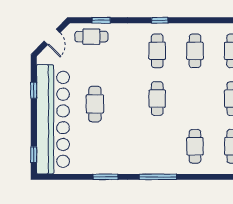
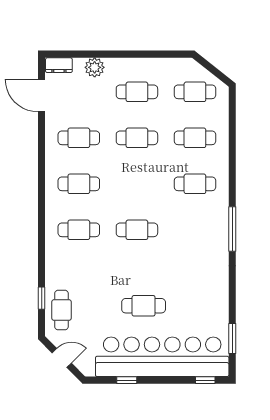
window: (160, 20) -> (42, 227), removed
window: (106, 177) -> (232, 338), moved

